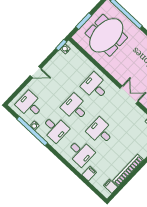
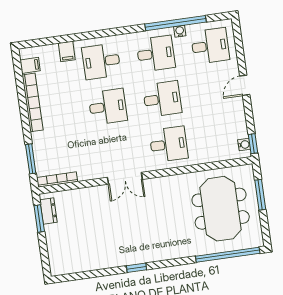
desk: (55, 129) -> (156, 54), turned 180

